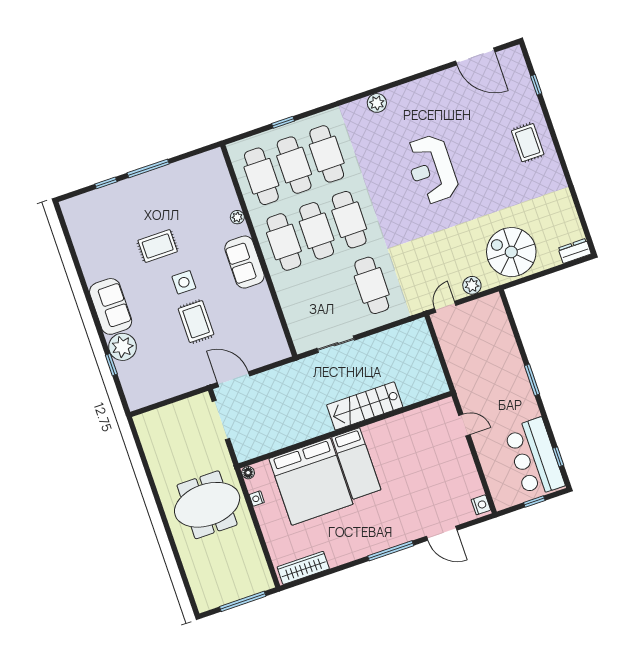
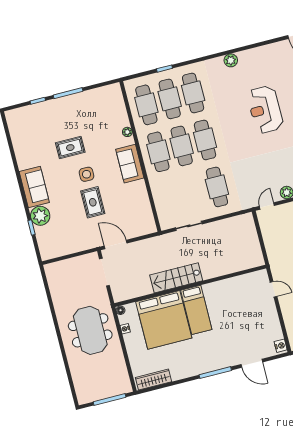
stairs: (365, 406) -> (176, 278), moved
meeting table: (207, 505) -> (90, 330), turned 90

